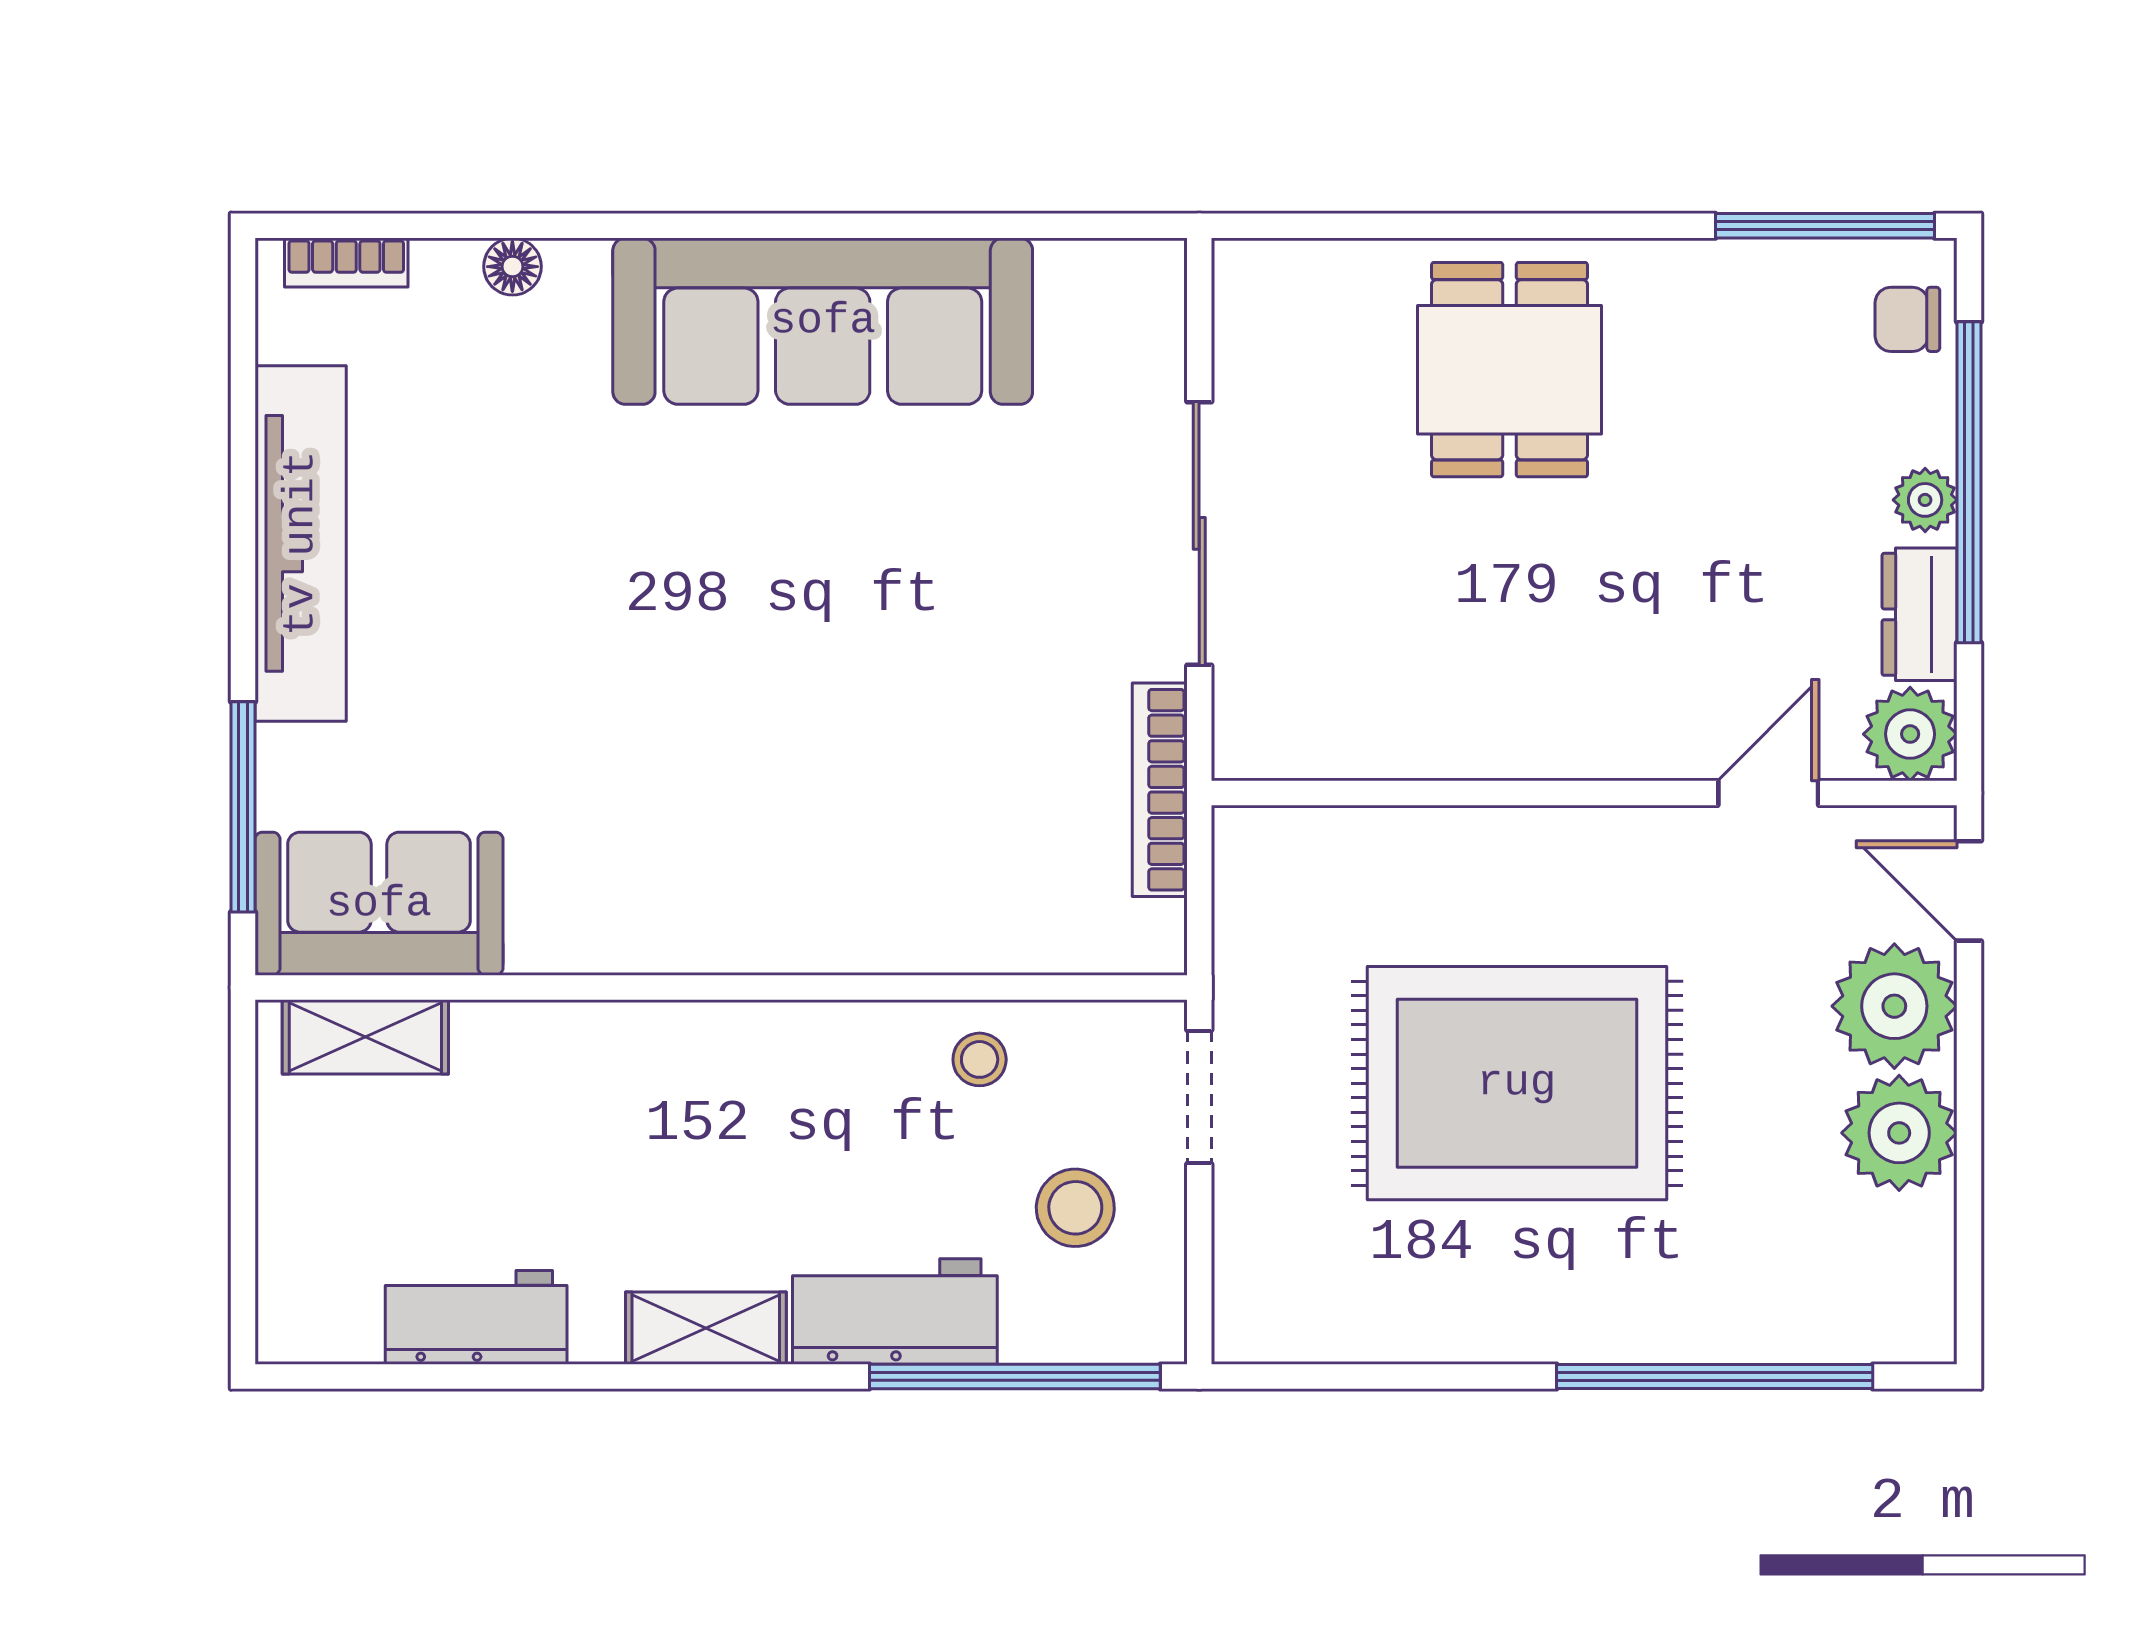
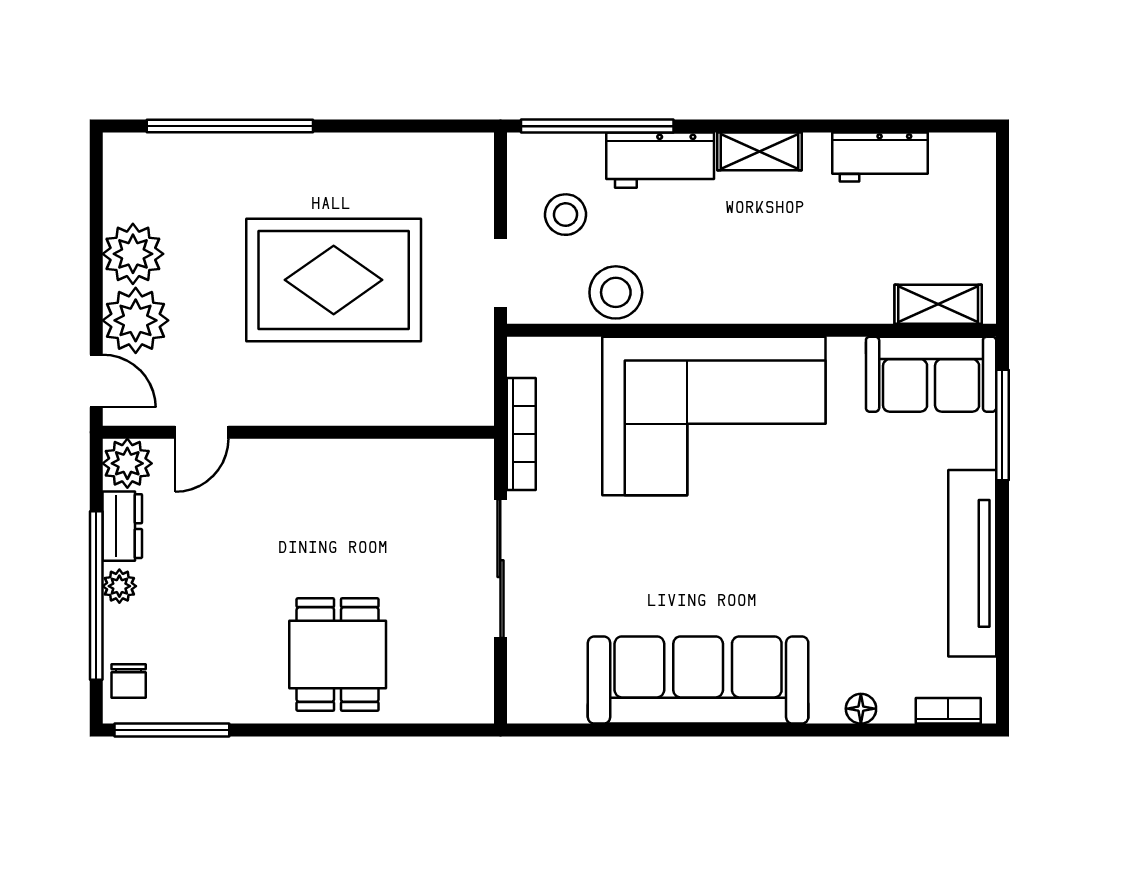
chair: (1907, 319) -> (129, 681), turned 90
corner sofa: (792, 824) -> (714, 416), added
stool: (980, 1059) -> (616, 292), width x1.89, depth x1.89

